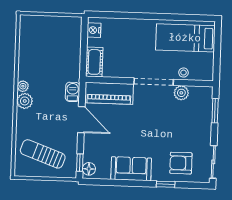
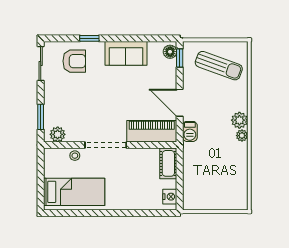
plant: (181, 93) -> (58, 134), moved

